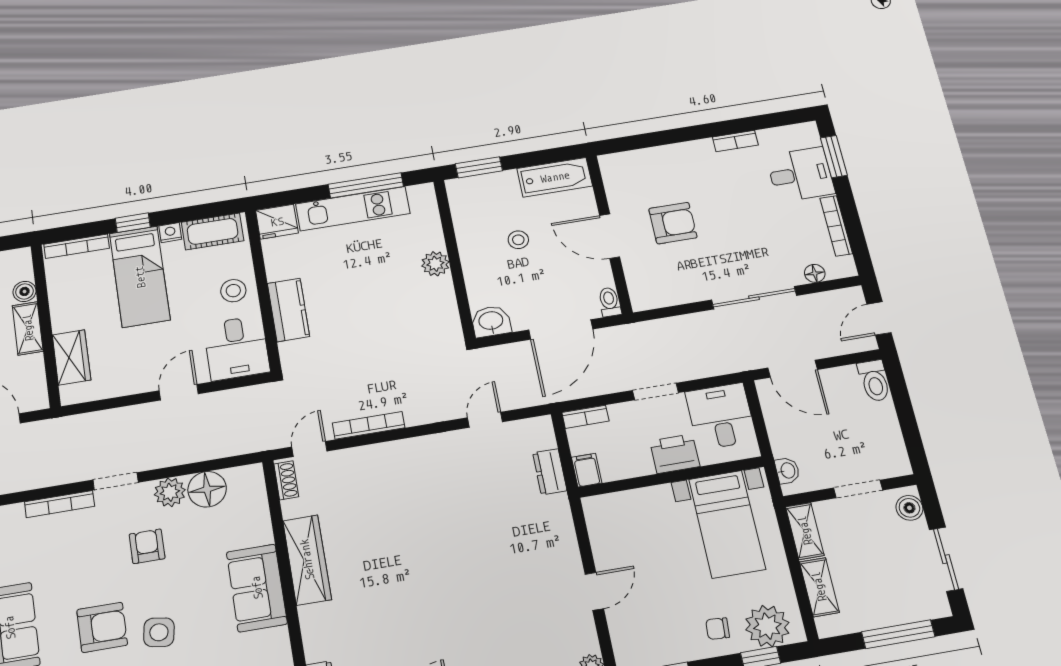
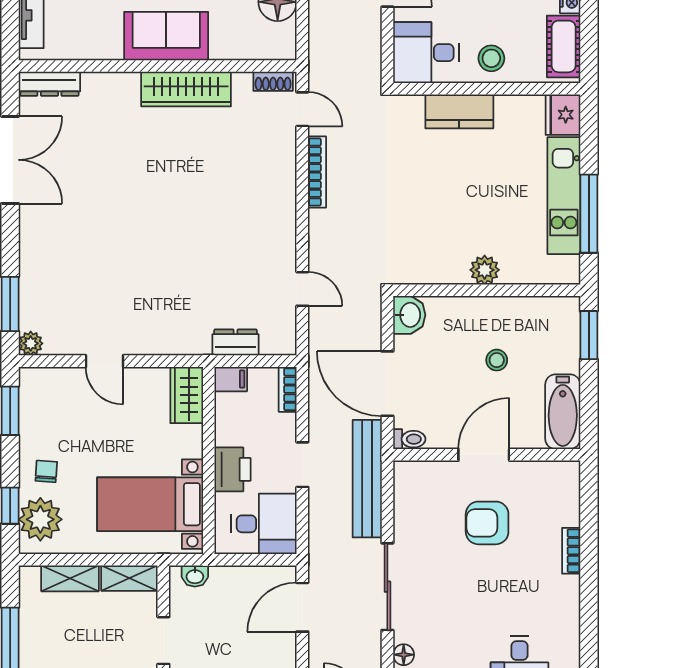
bookcase: (735, 141) -> (571, 551), moved
armchair: (673, 223) -> (487, 523), turned 90
bench: (656, 332) -> (367, 479), added
wardrobe: (611, 508) -> (187, 395), added

